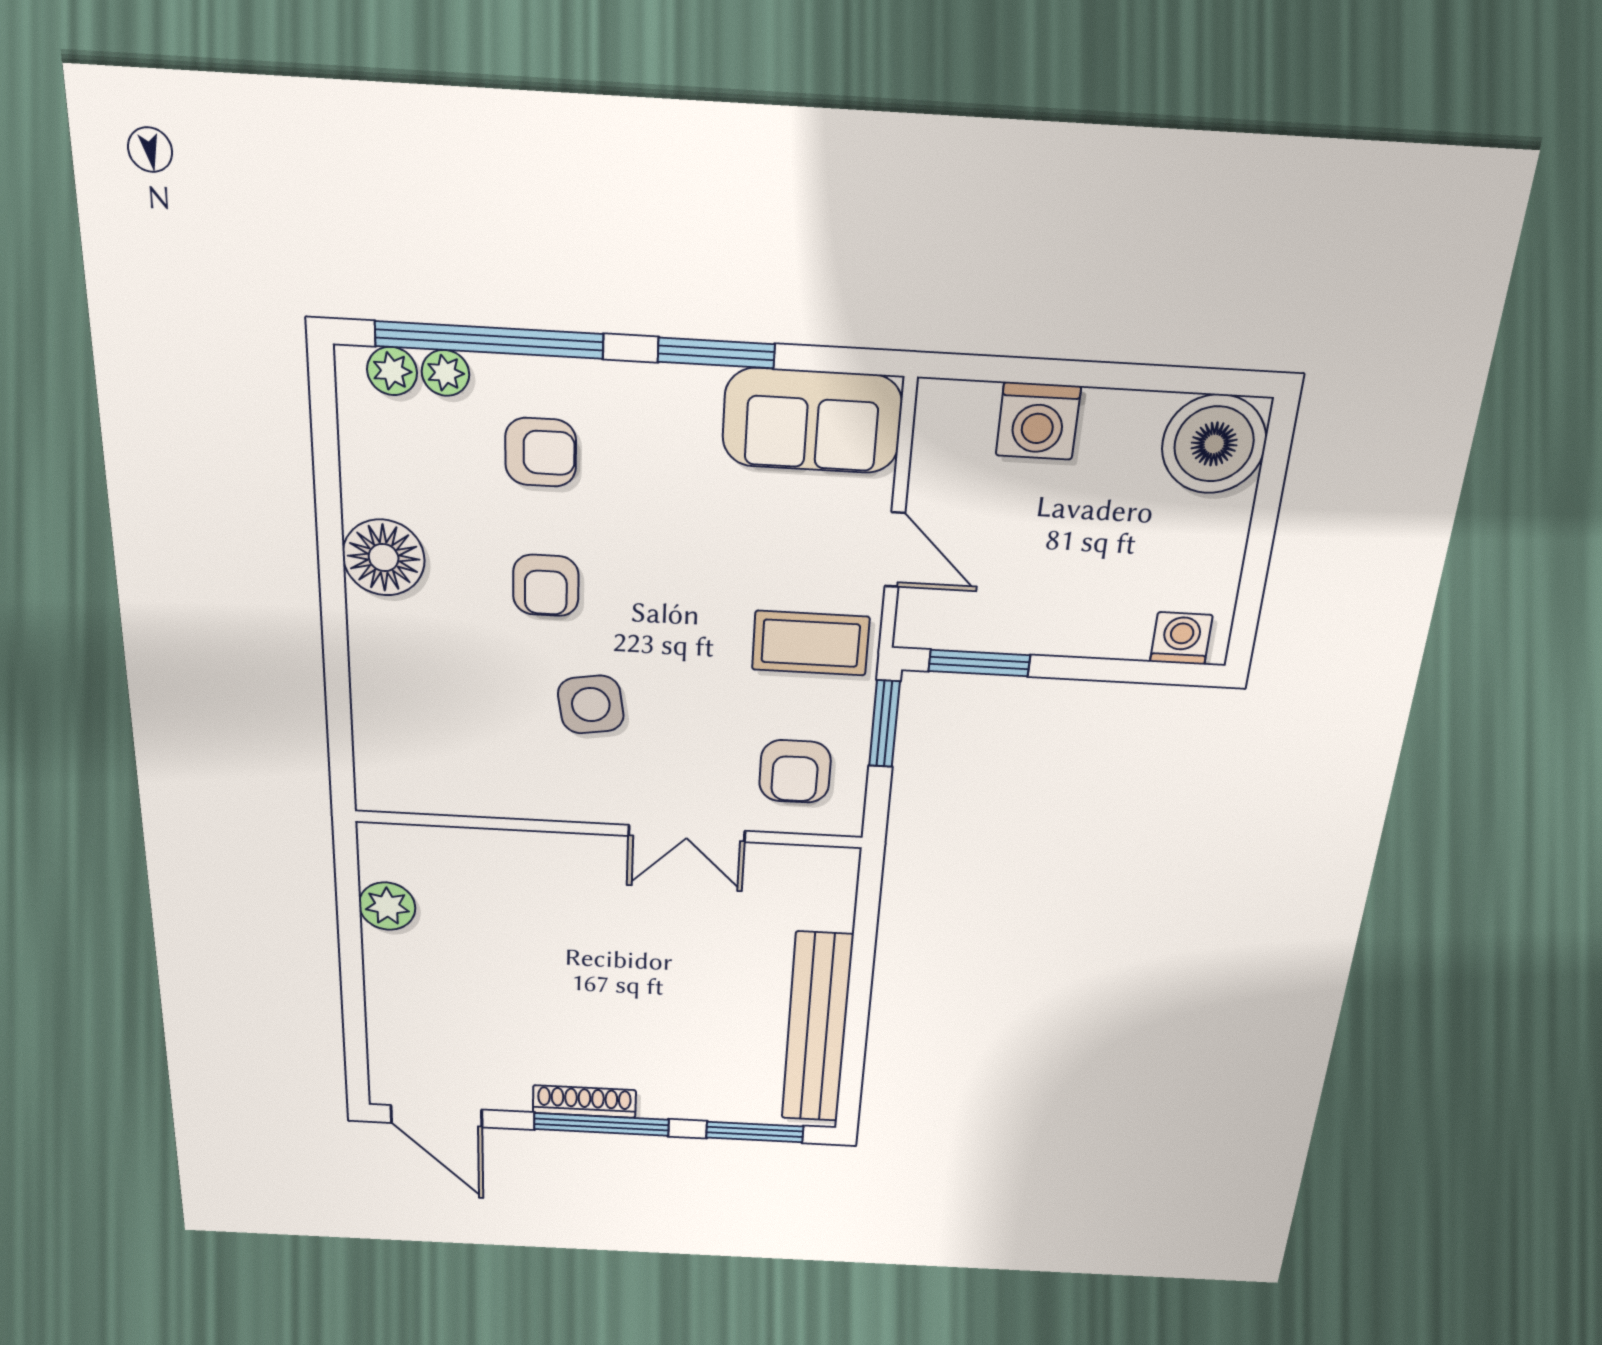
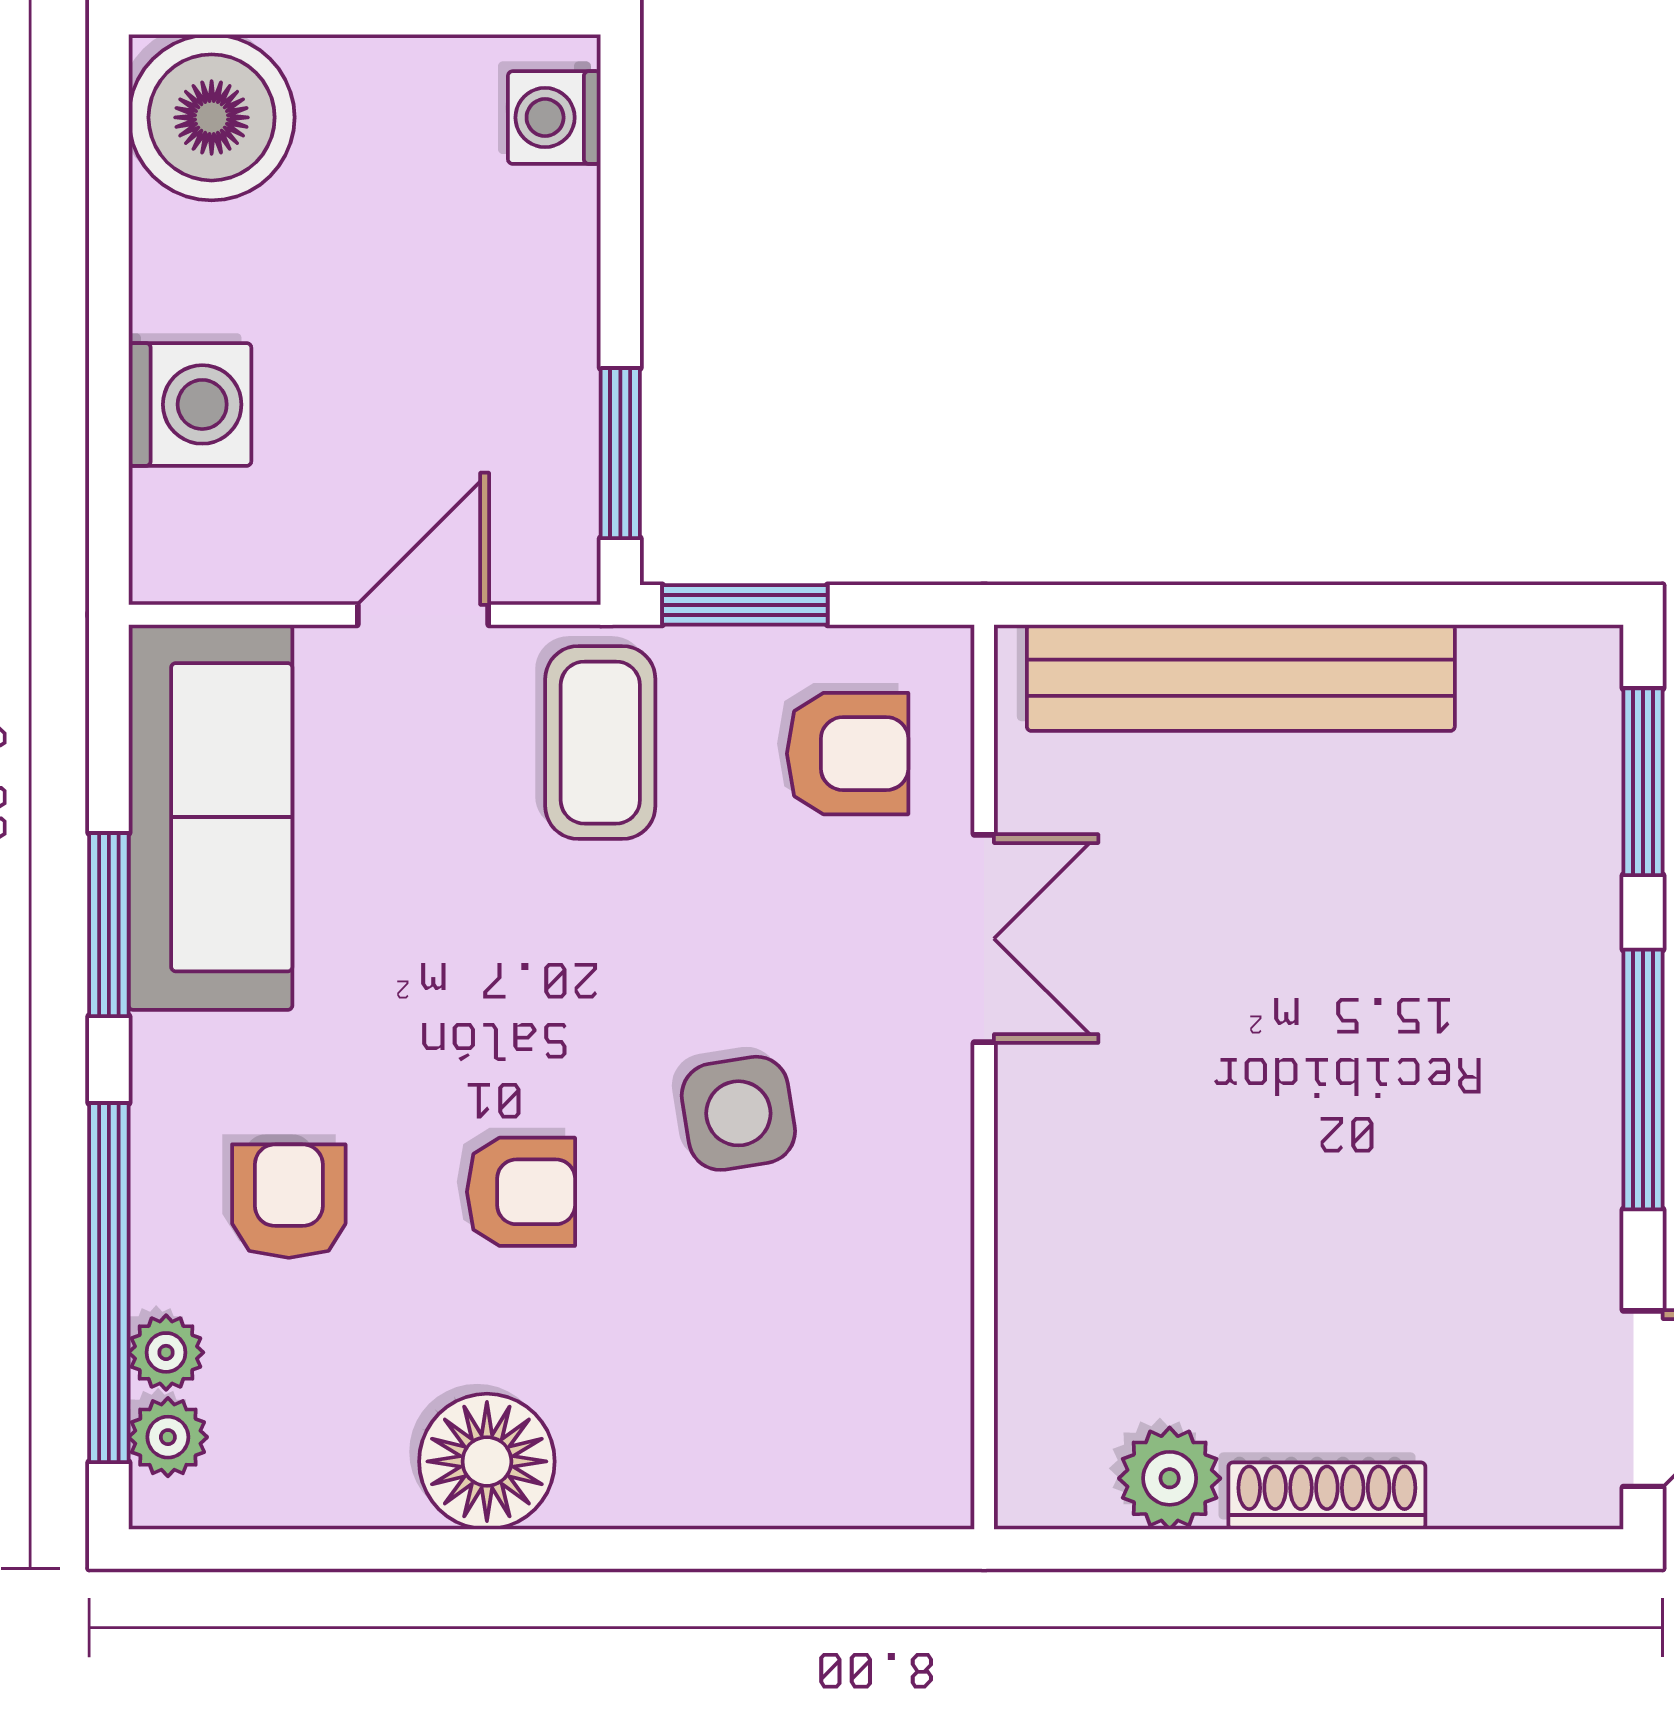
sofa: (812, 421) -> (210, 817), width x1.36
bench: (817, 1028) -> (1241, 678), moved
shoe rack: (584, 1101) -> (1327, 1496), moved, turned 90

